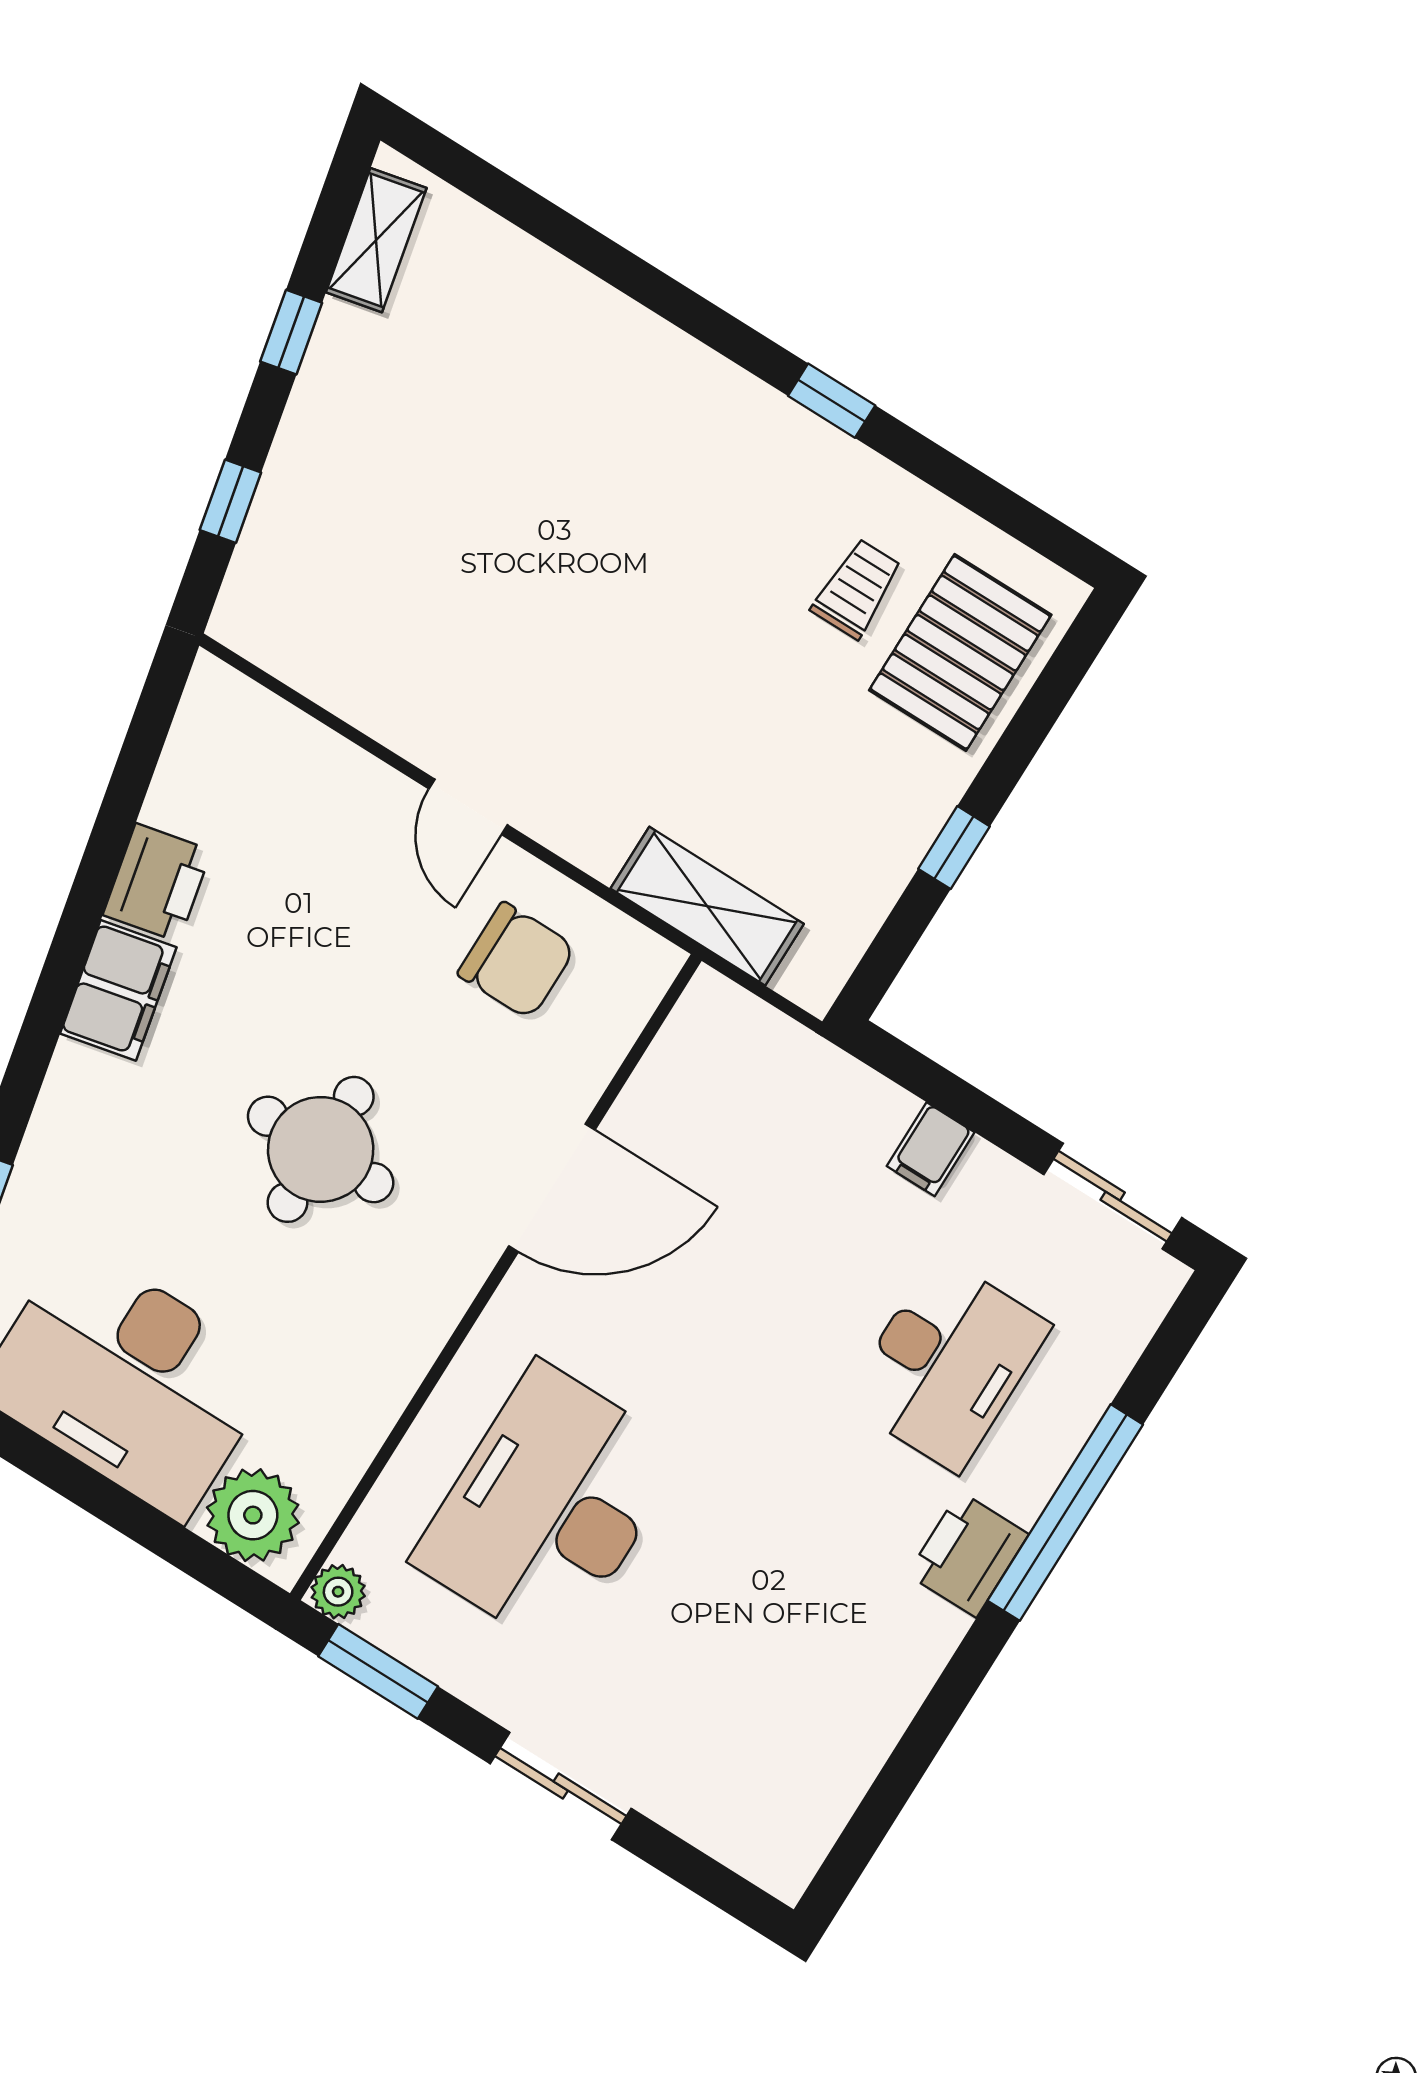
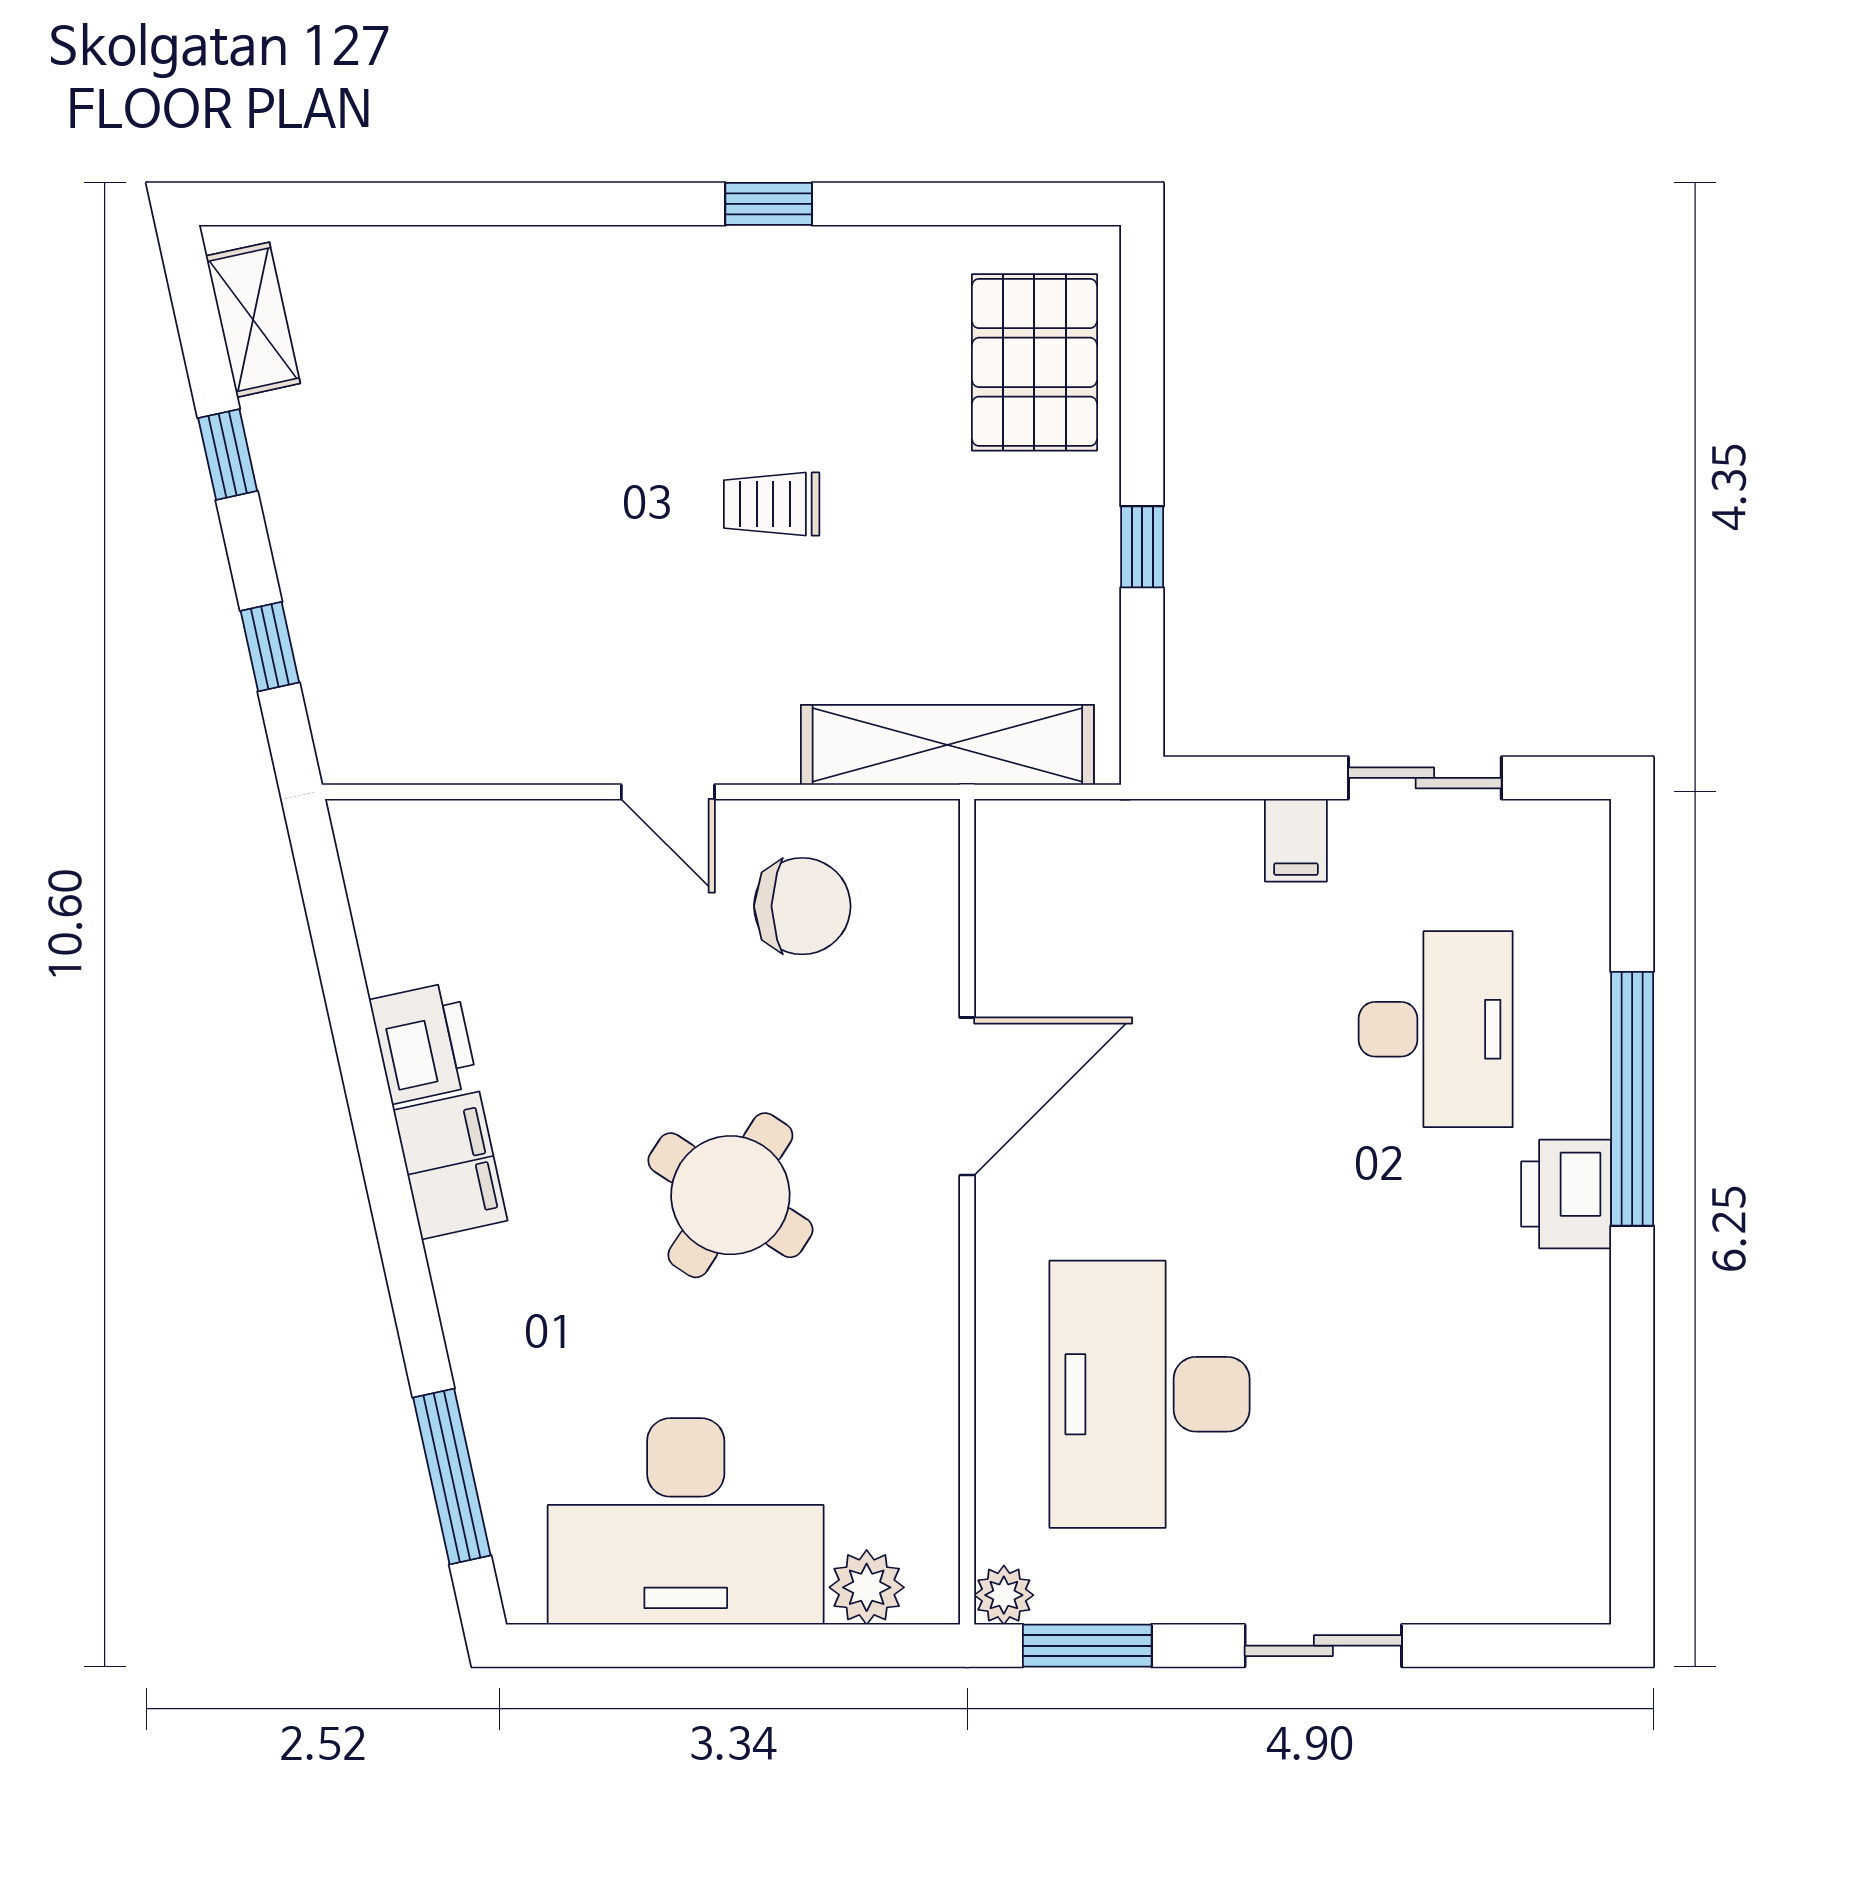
trolley: (857, 589) -> (772, 504), moved, turned -90
shelving: (707, 906) -> (947, 745), width x1.47
round table: (321, 1149) -> (730, 1195), turned 33
sliding door: (1113, 1196) -> (1425, 778), moved
plant: (253, 1515) -> (867, 1587), width x0.73, depth x0.73

